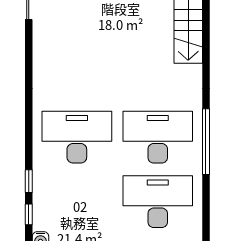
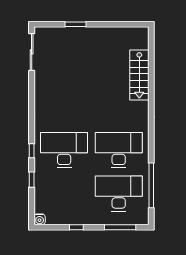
window: (206, 142) -> (151, 185), moved
window: (29, 214) -> (32, 151), moved

